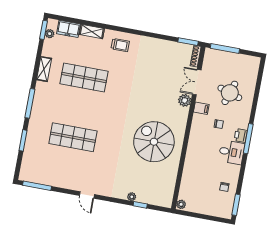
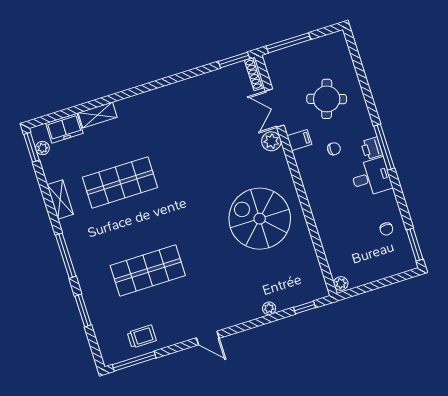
trolley: (120, 45) -> (142, 337), moved
window: (140, 205) -> (305, 308), moved

